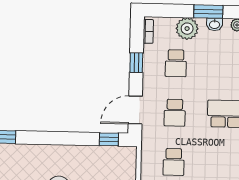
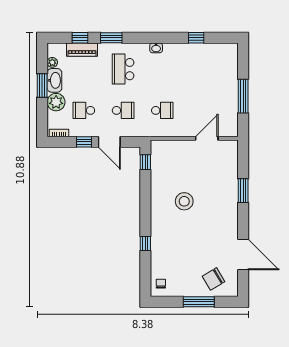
washbasin: (215, 24) -> (54, 80), width x1.91, depth x1.45
school desk: (176, 63) -> (84, 110), turned 180
door: (135, 110) -> (109, 142), moved

